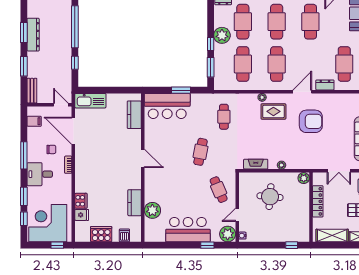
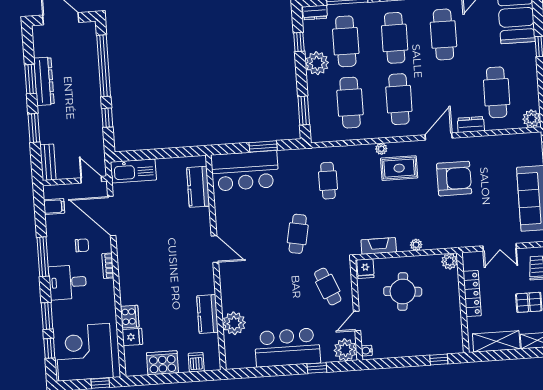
window: (211, 44) -> (299, 42), moved
fridge: (245, 179) -> (365, 269), added

